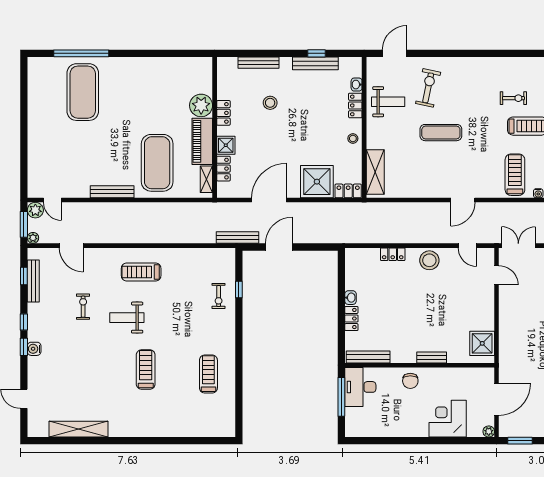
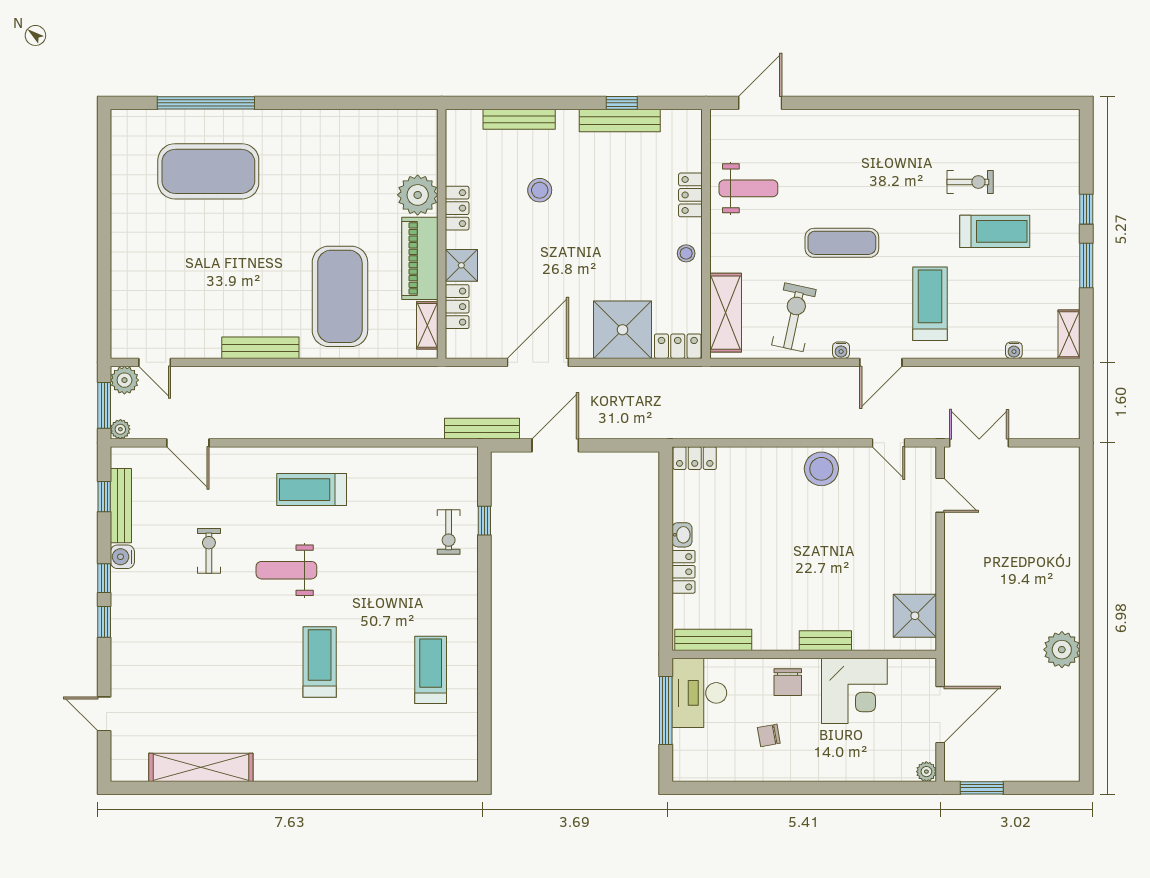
washbasin: (357, 85) -> (693, 158), removed
exercise bike: (428, 88) -> (794, 317), moved
exercise mat: (83, 92) -> (208, 171), turned 90
treadmill: (515, 175) -> (930, 304), moved
water cooler: (440, 193) -> (841, 350), added
locker: (393, 254) -> (695, 458), moved
water cooler: (34, 349) -> (122, 557), moved
chair: (400, 411) -> (769, 735), added
corner desk: (448, 419) -> (854, 691), moved, turned 180

